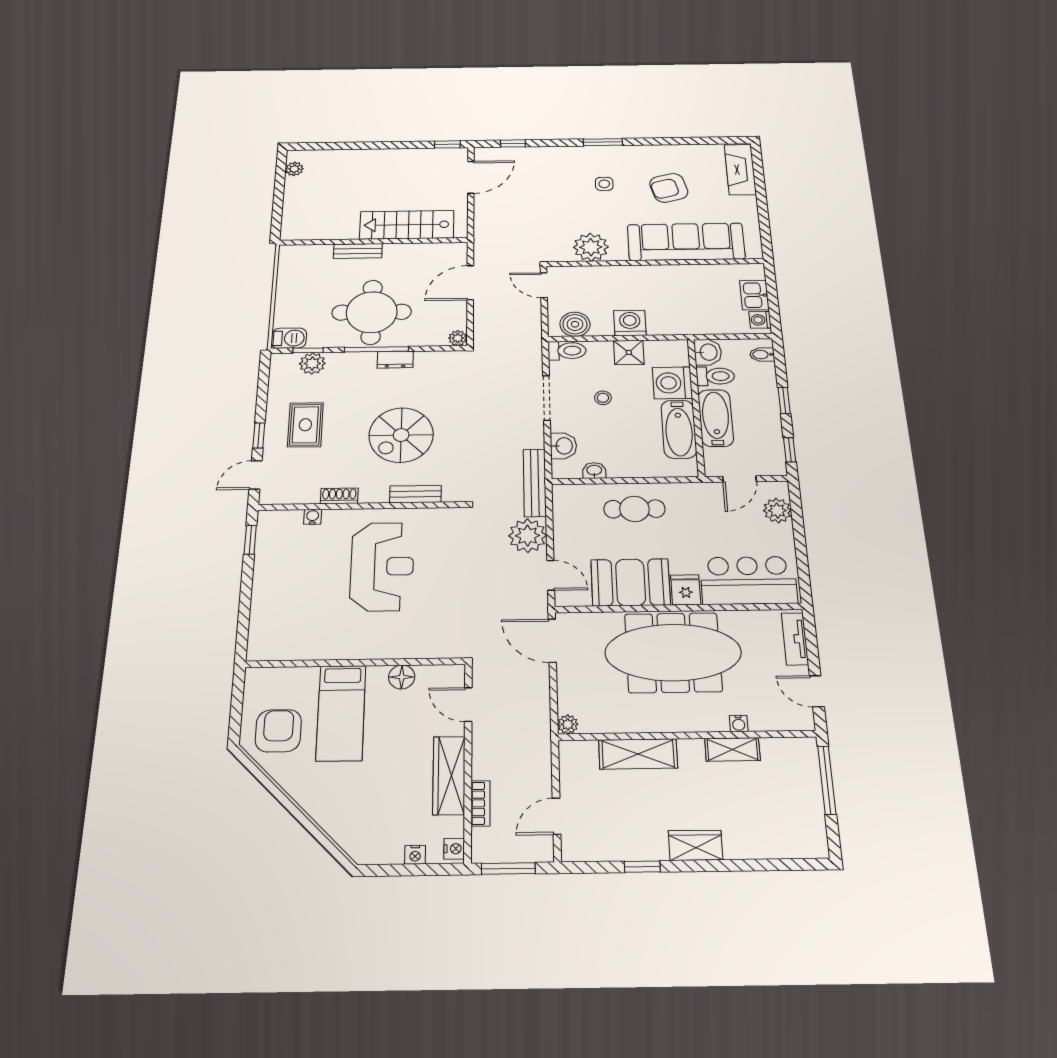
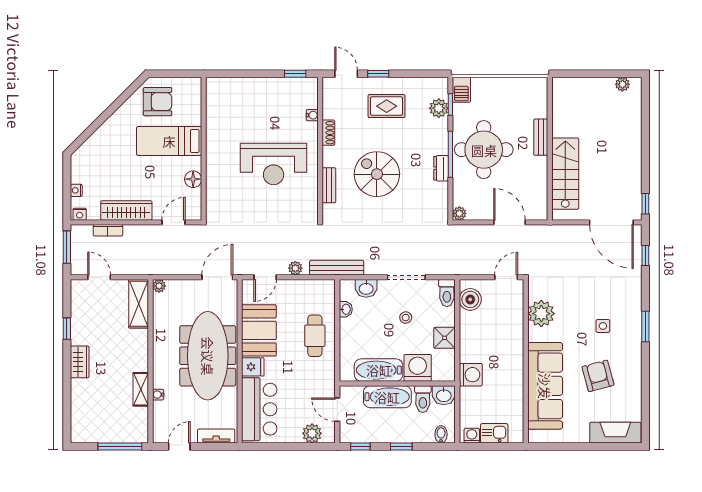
door: (471, 177) -> (611, 222), width x1.36
washing machine: (630, 323) -> (471, 375), moved
plant: (528, 536) -> (295, 268), width x0.53, depth x0.53
shelving: (638, 754) -> (139, 304), moved

